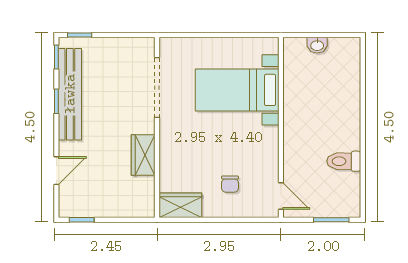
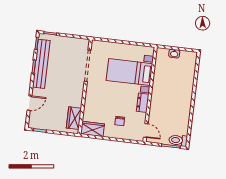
dresser: (269, 145) -> (143, 103), added
wardrobe: (143, 155) -> (74, 118), moved
toilet: (344, 161) -> (178, 140), moved

